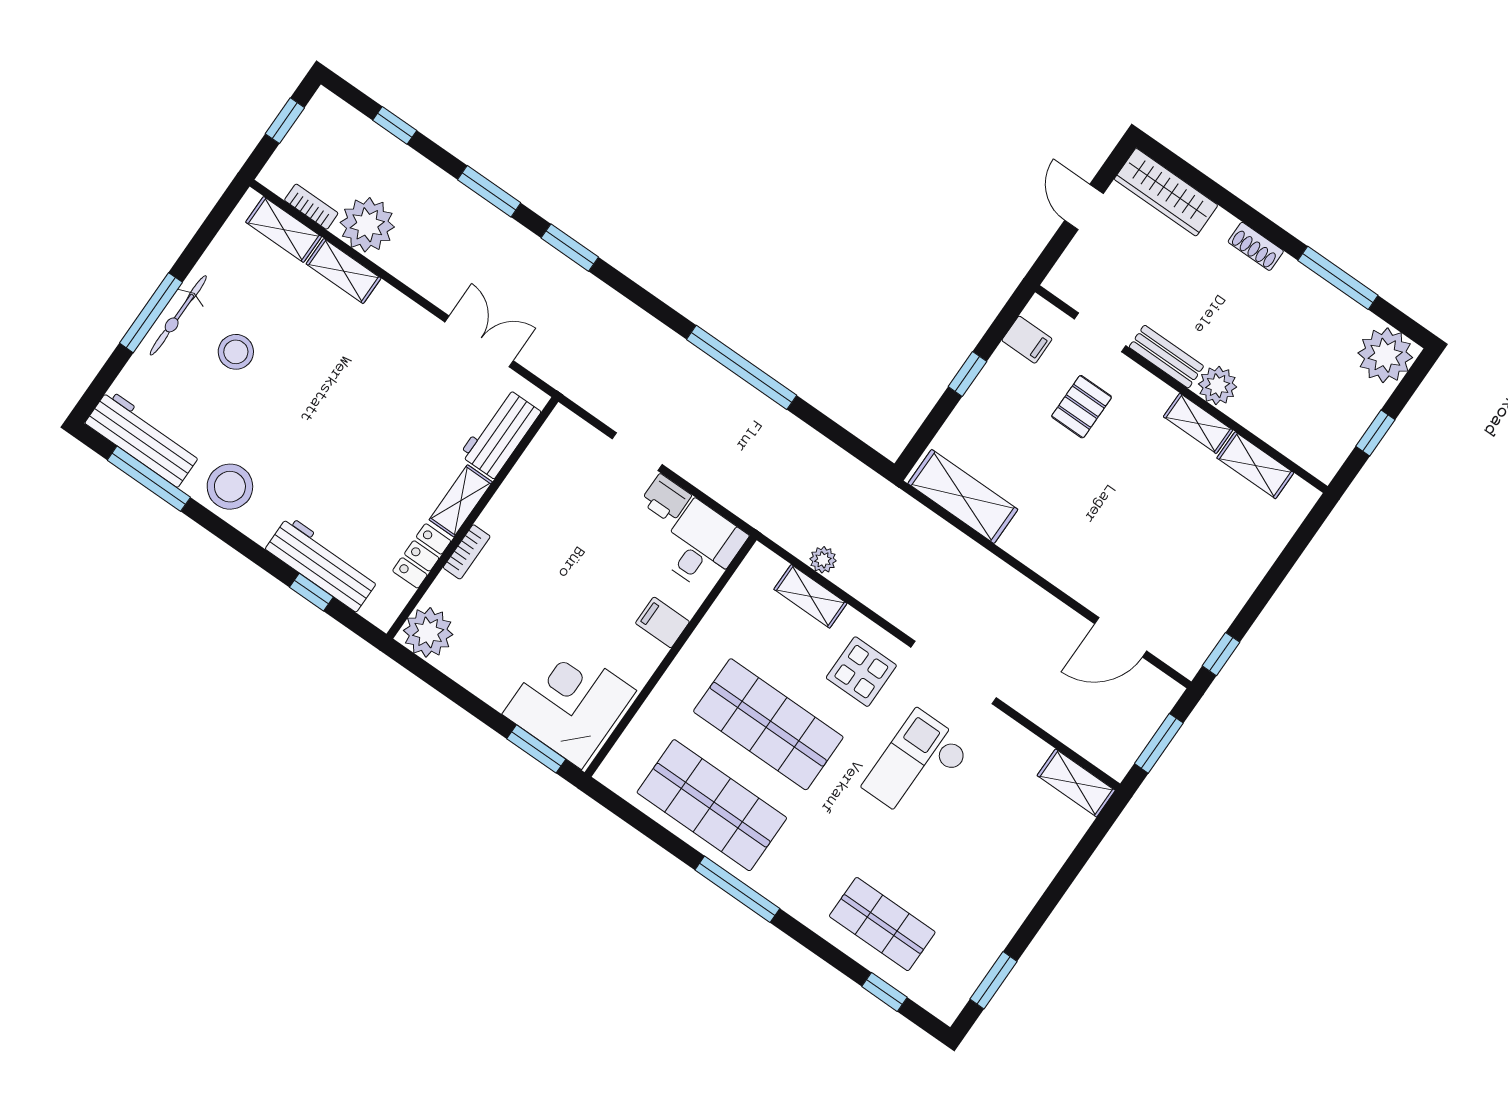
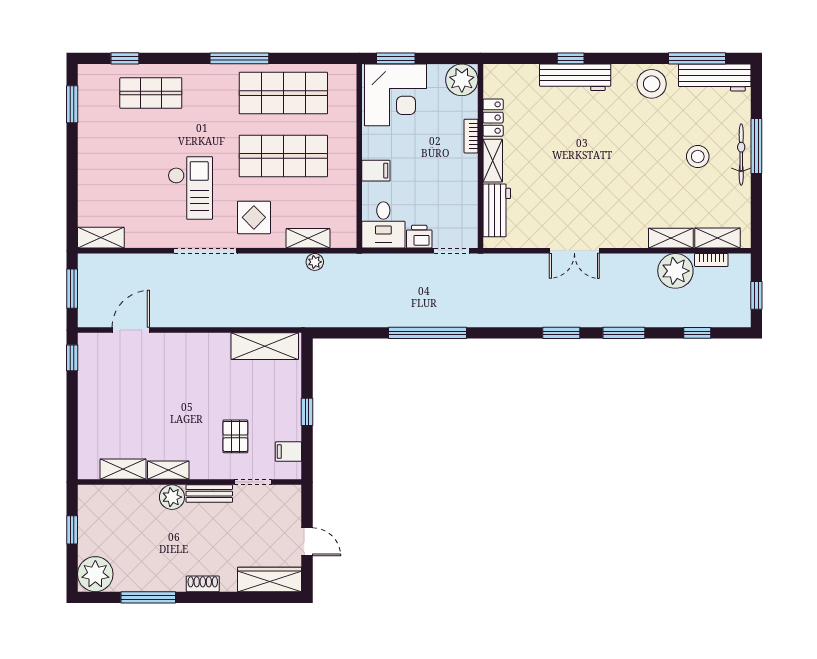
workbench: (500, 433) -> (497, 210), moved
shelving: (461, 501) -> (493, 161), moved
wall: (472, 518) -> (480, 156), moved
bookcase: (467, 552) -> (471, 136), moved
locker: (422, 556) -> (493, 118), moved
plant: (428, 632) -> (462, 80), moved

